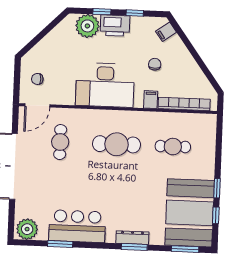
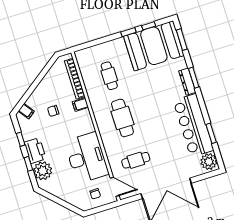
desk: (105, 85) -> (87, 158), moved
bar counter: (77, 226) -> (193, 125), width x1.36

